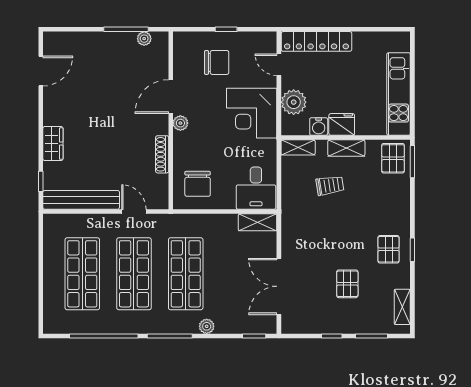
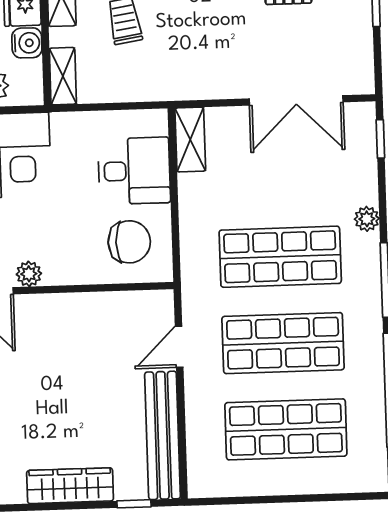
wardrobe: (53, 144) -> (70, 486), width x1.50
shoe rack: (162, 154) -> (82, 303), removed
desk: (256, 188) -> (134, 171), moved

